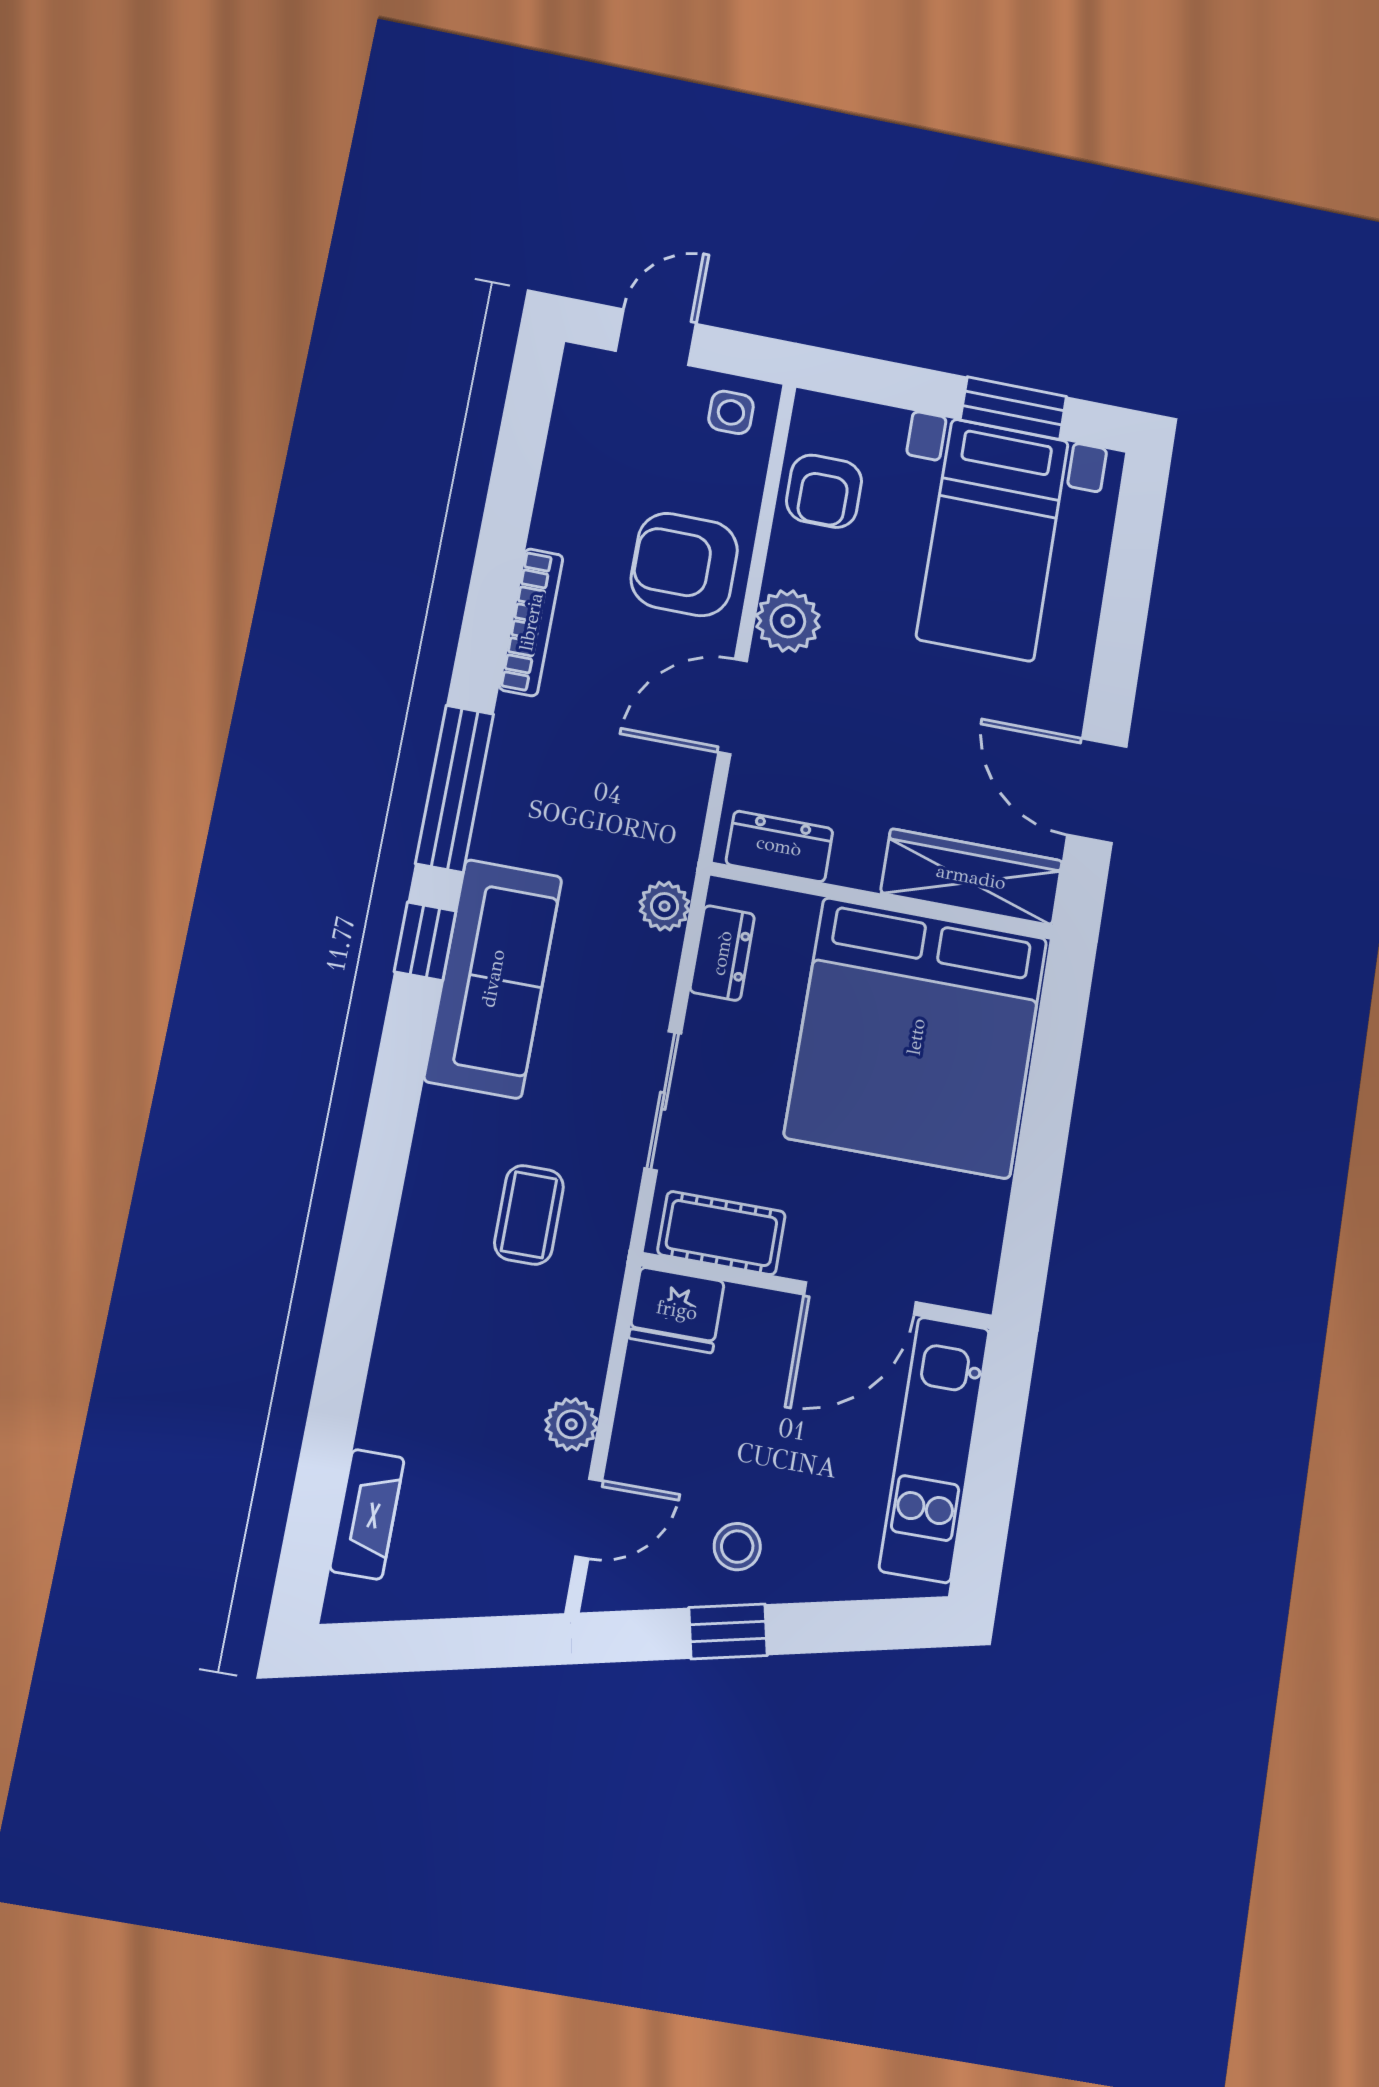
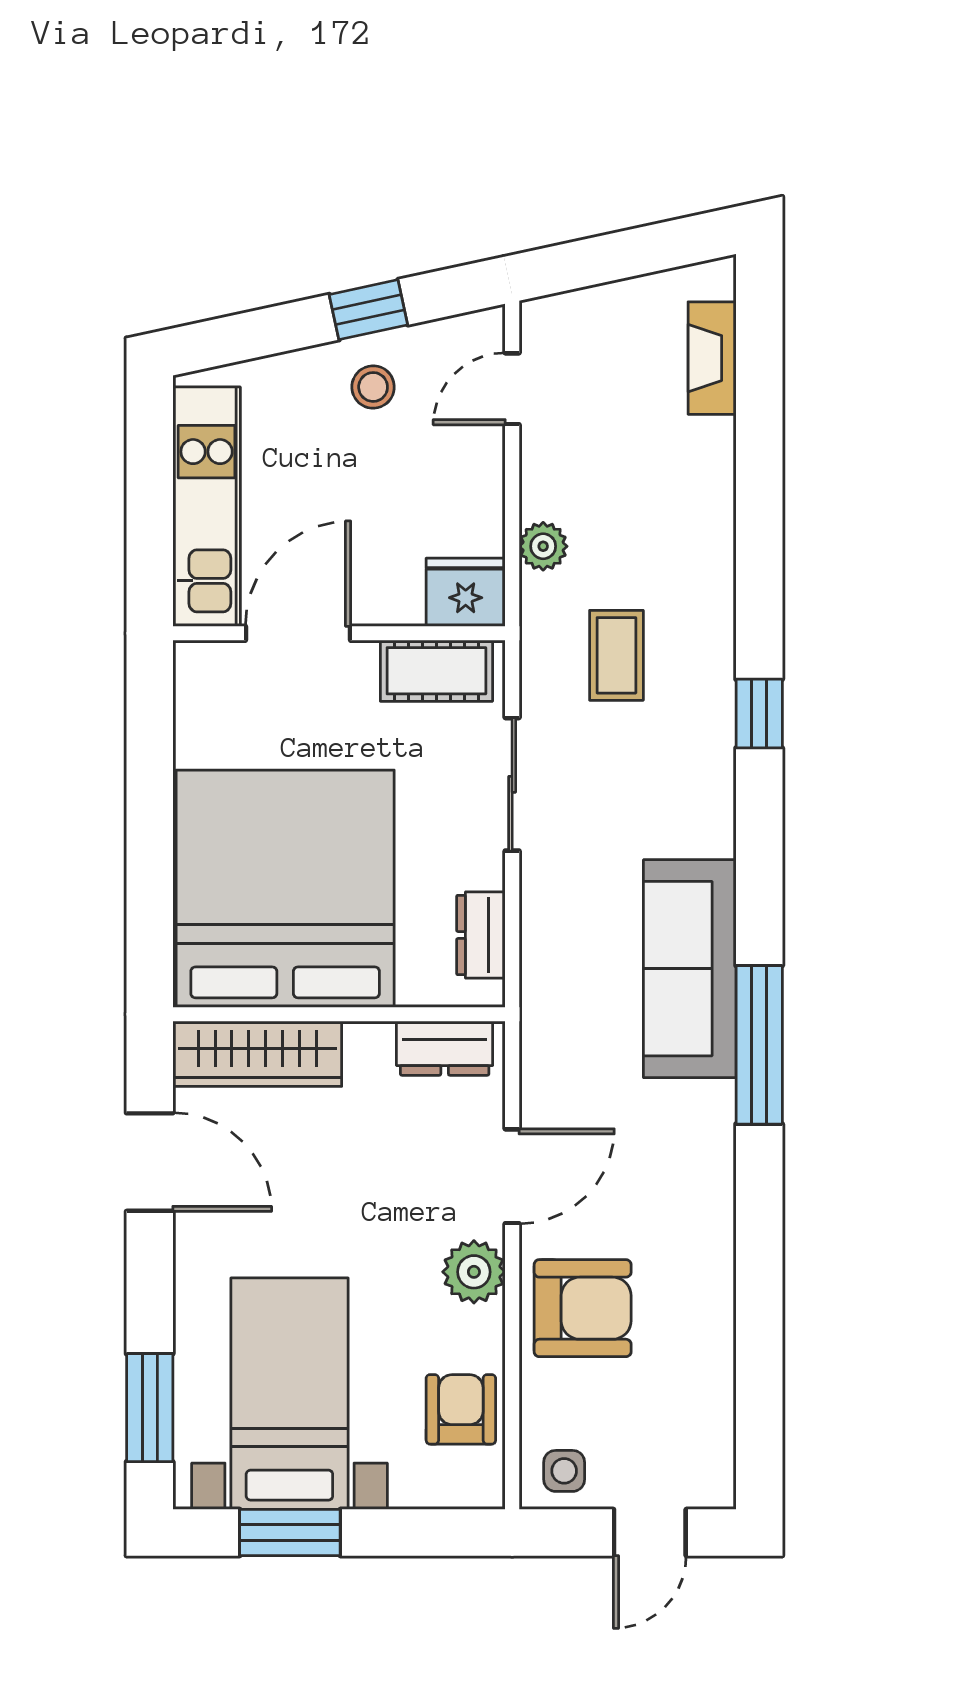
window: (1133, 553) -> (150, 1408), added
bookcase: (531, 622) -> (718, 1221), removed
plant: (664, 906) -> (543, 970), removed
window: (425, 941) -> (759, 714), moved
sofa: (493, 979) -> (690, 969), moved
plant: (571, 1424) -> (543, 546), moved

